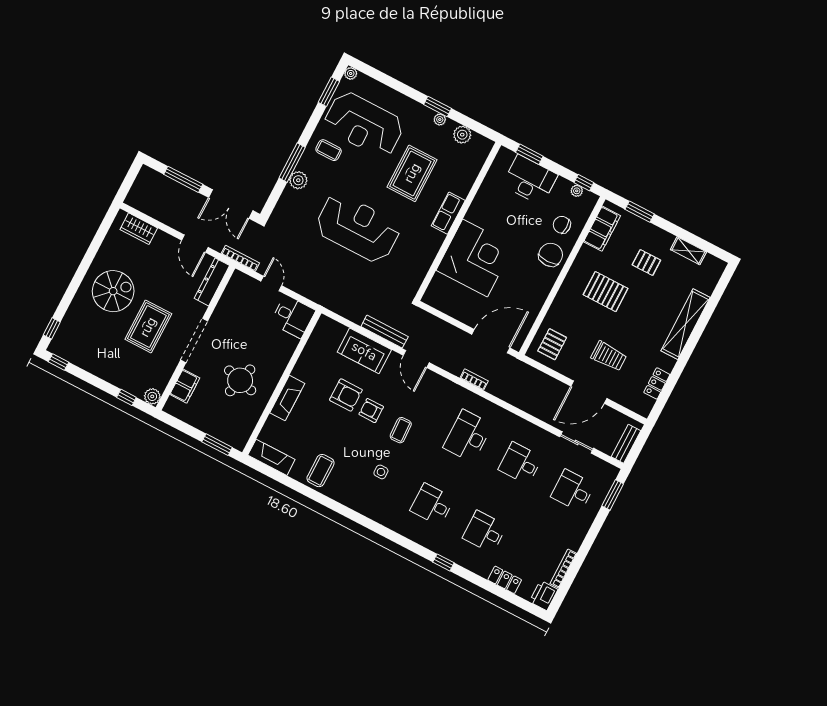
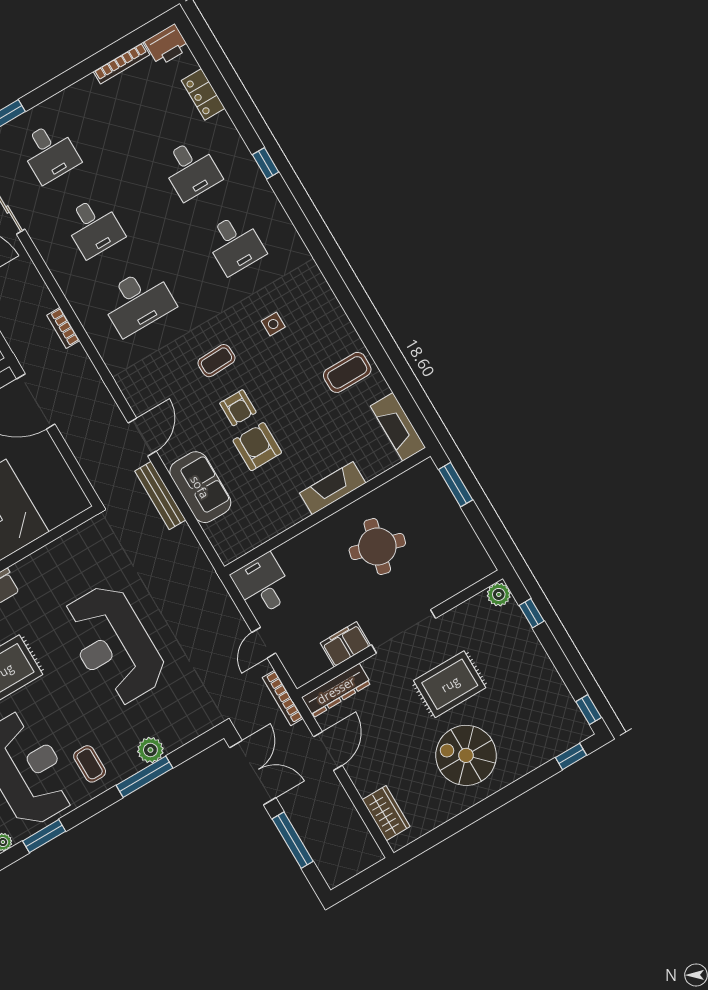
bookcase: (474, 380) -> (63, 328), moved
filing cabinet: (185, 386) -> (345, 644), moved

